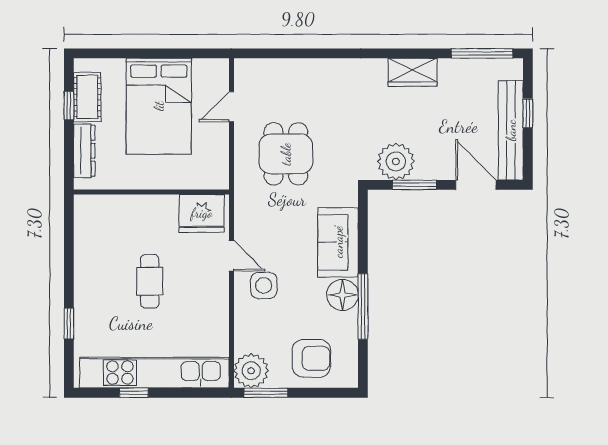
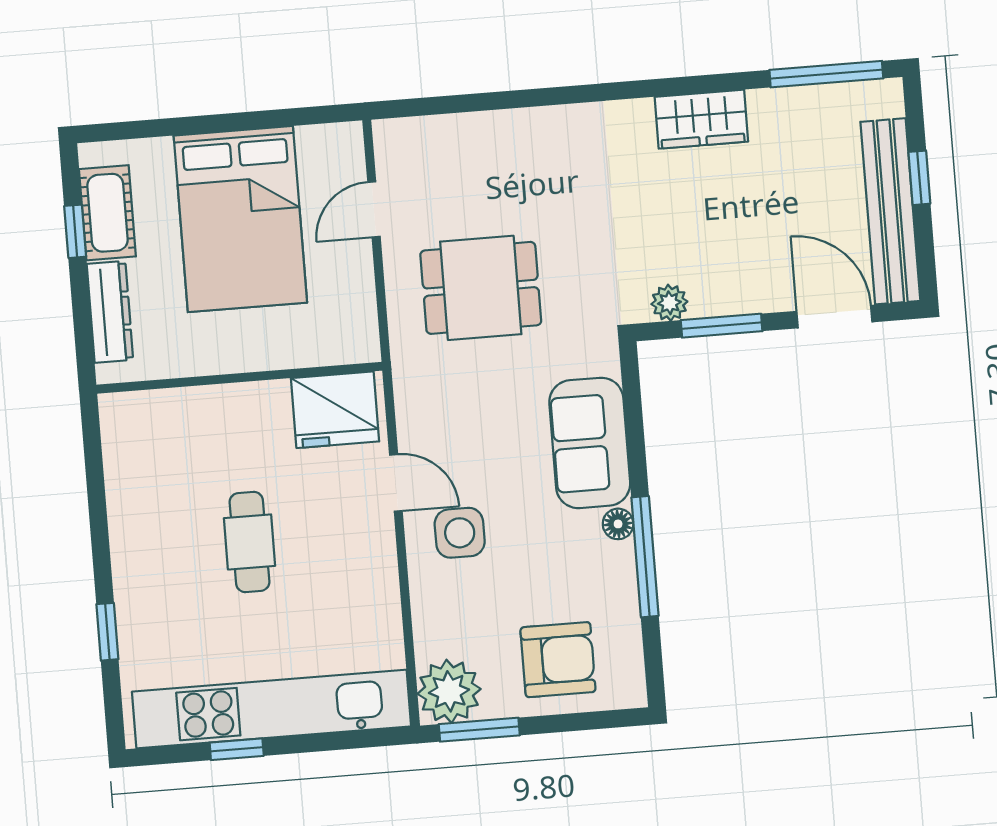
dining table: (286, 154) -> (481, 288), turned 90
plant: (396, 161) -> (669, 303), width x0.53, depth x0.53
floor lamp: (342, 295) -> (618, 524), width x0.53, depth x0.53

